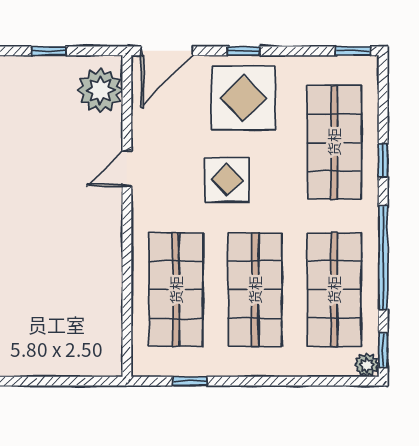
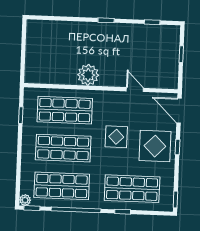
plant: (100, 90) -> (88, 75), moved
door: (127, 168) -> (135, 90), moved

